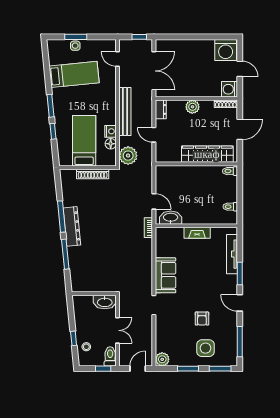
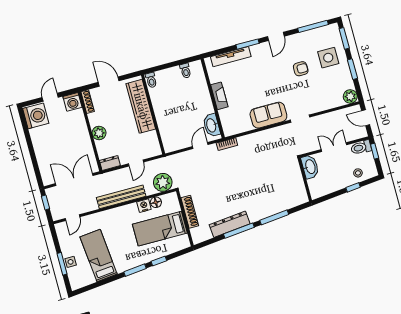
dresser: (72, 226) -> (230, 224), moved

